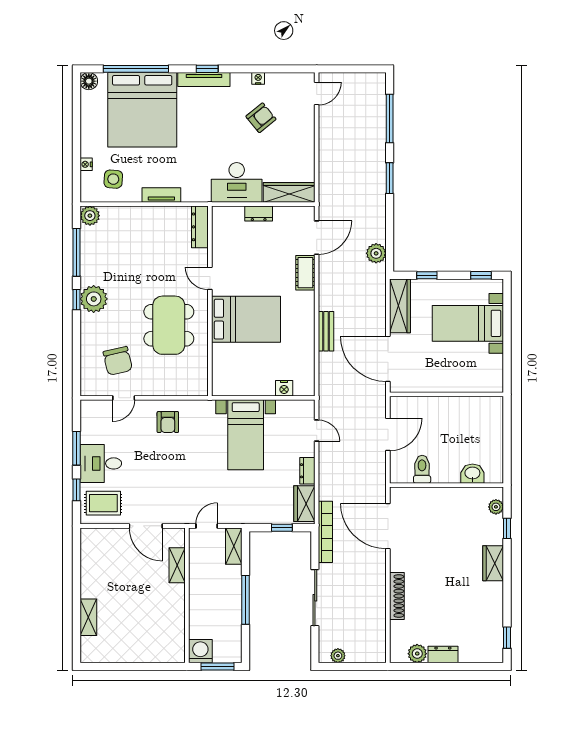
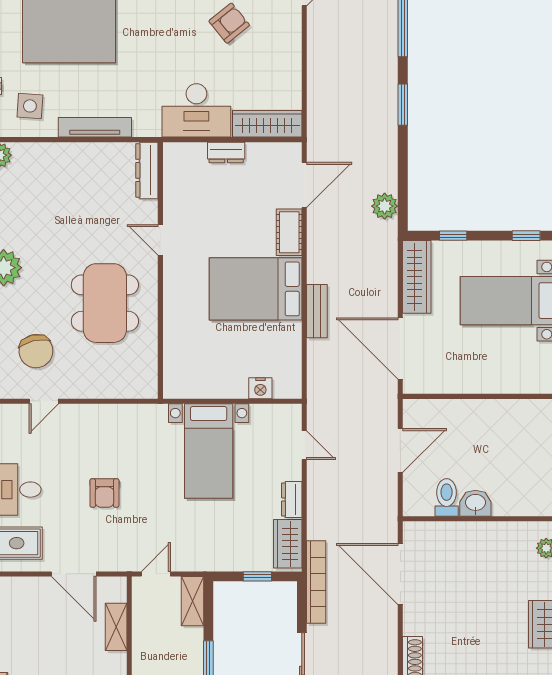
tv unit: (161, 195) -> (95, 127), width x1.41
bed: (246, 319) -> (256, 289), moved, turned 180
armchair: (168, 422) -> (104, 493), moved
washbasin: (472, 474) -> (475, 503), moved

